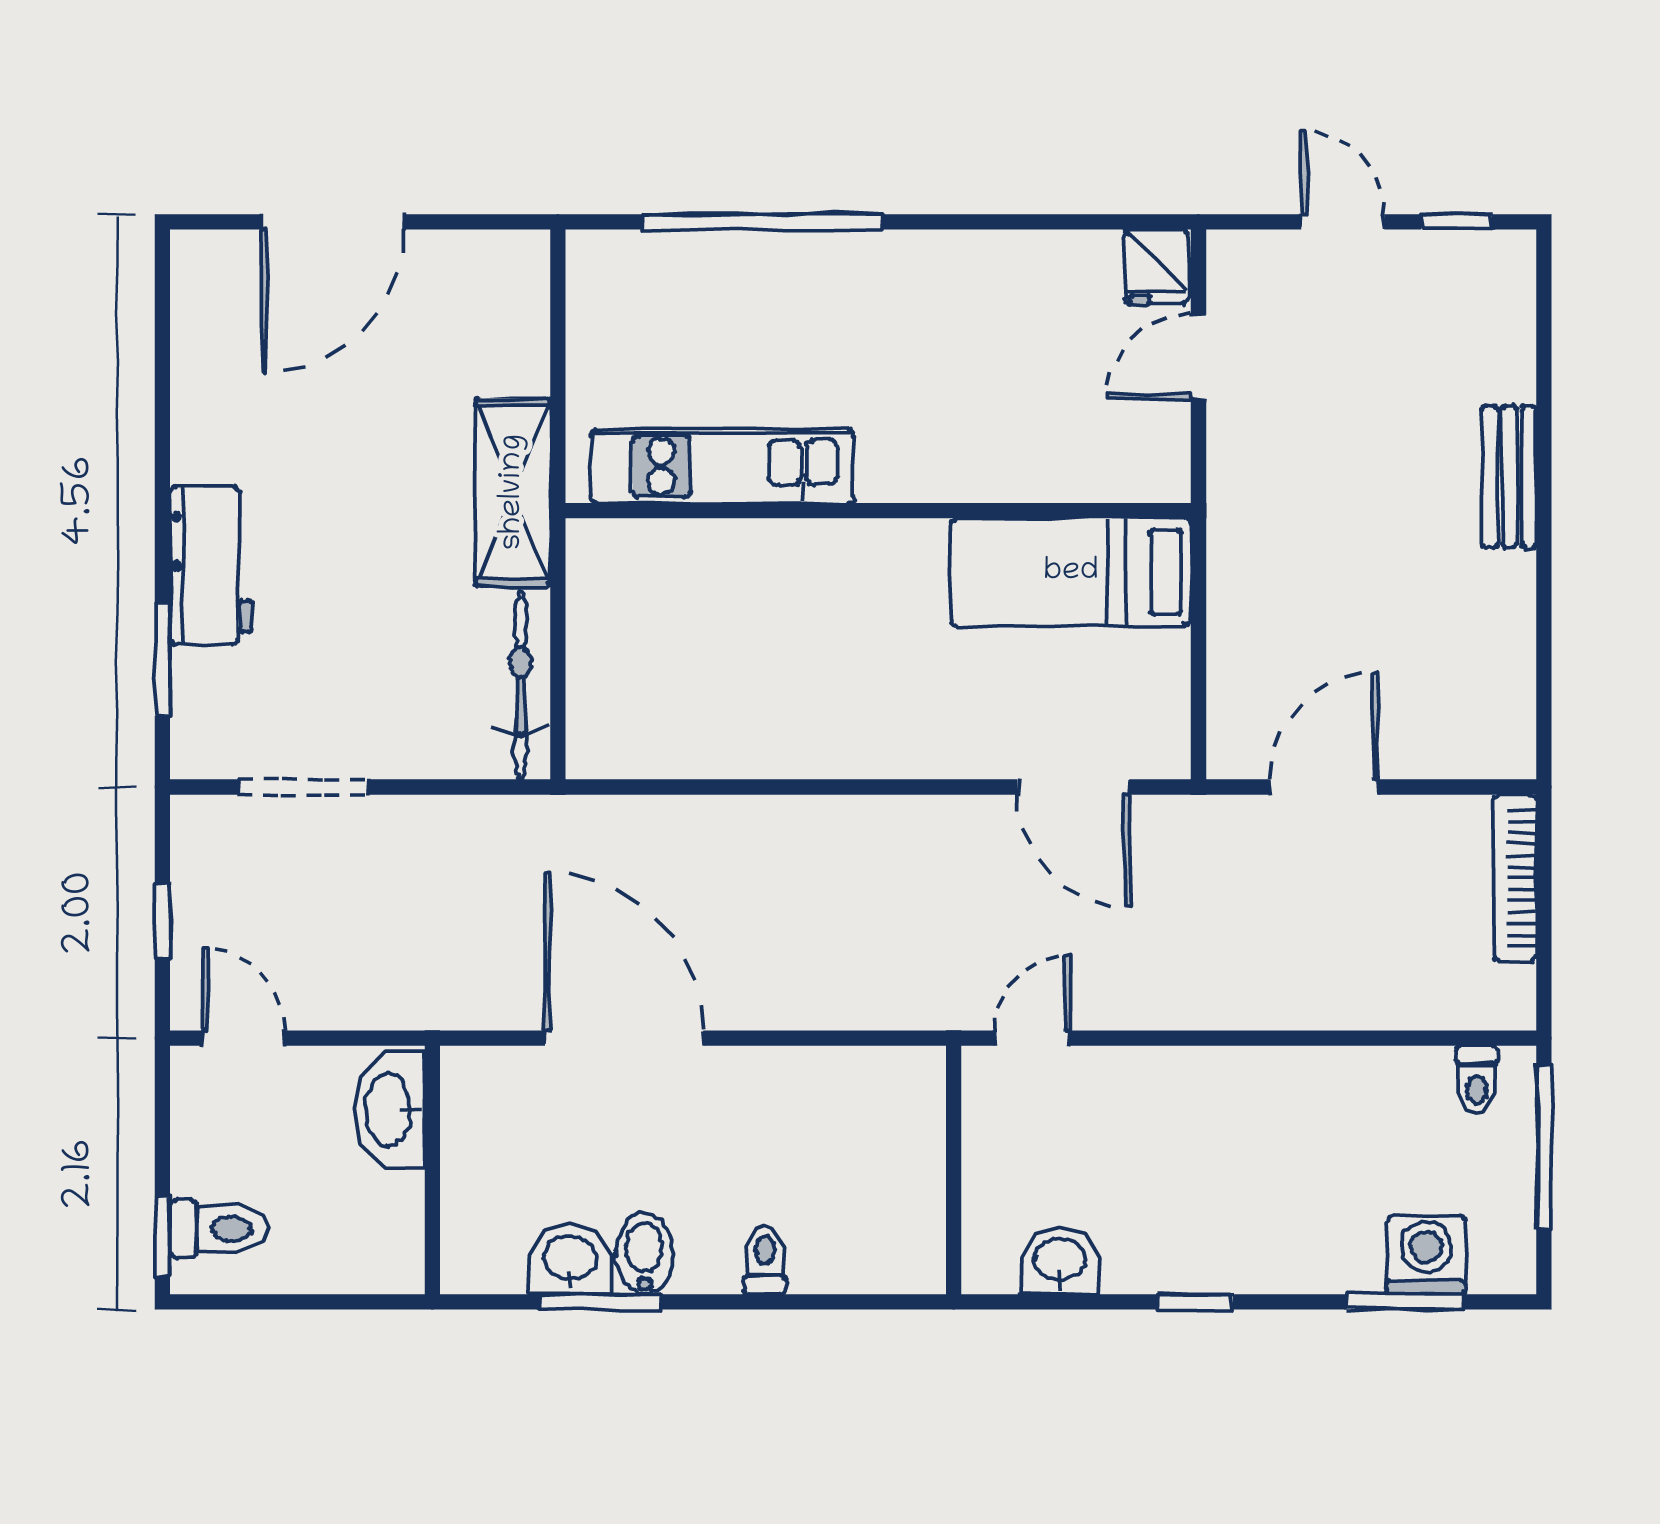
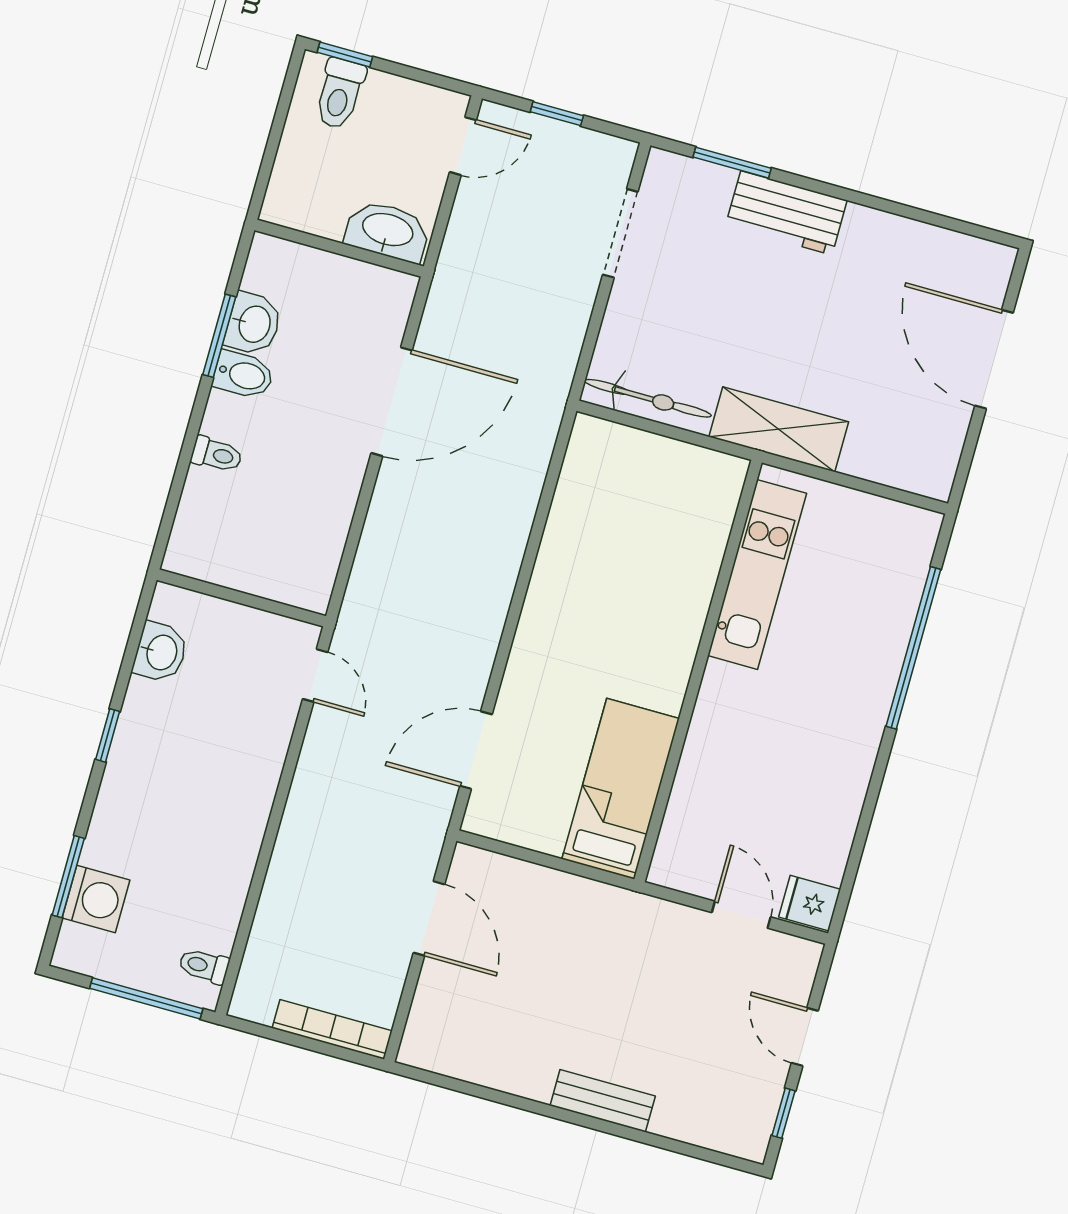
door: (1343, 222) -> (805, 1037), swing flipped

